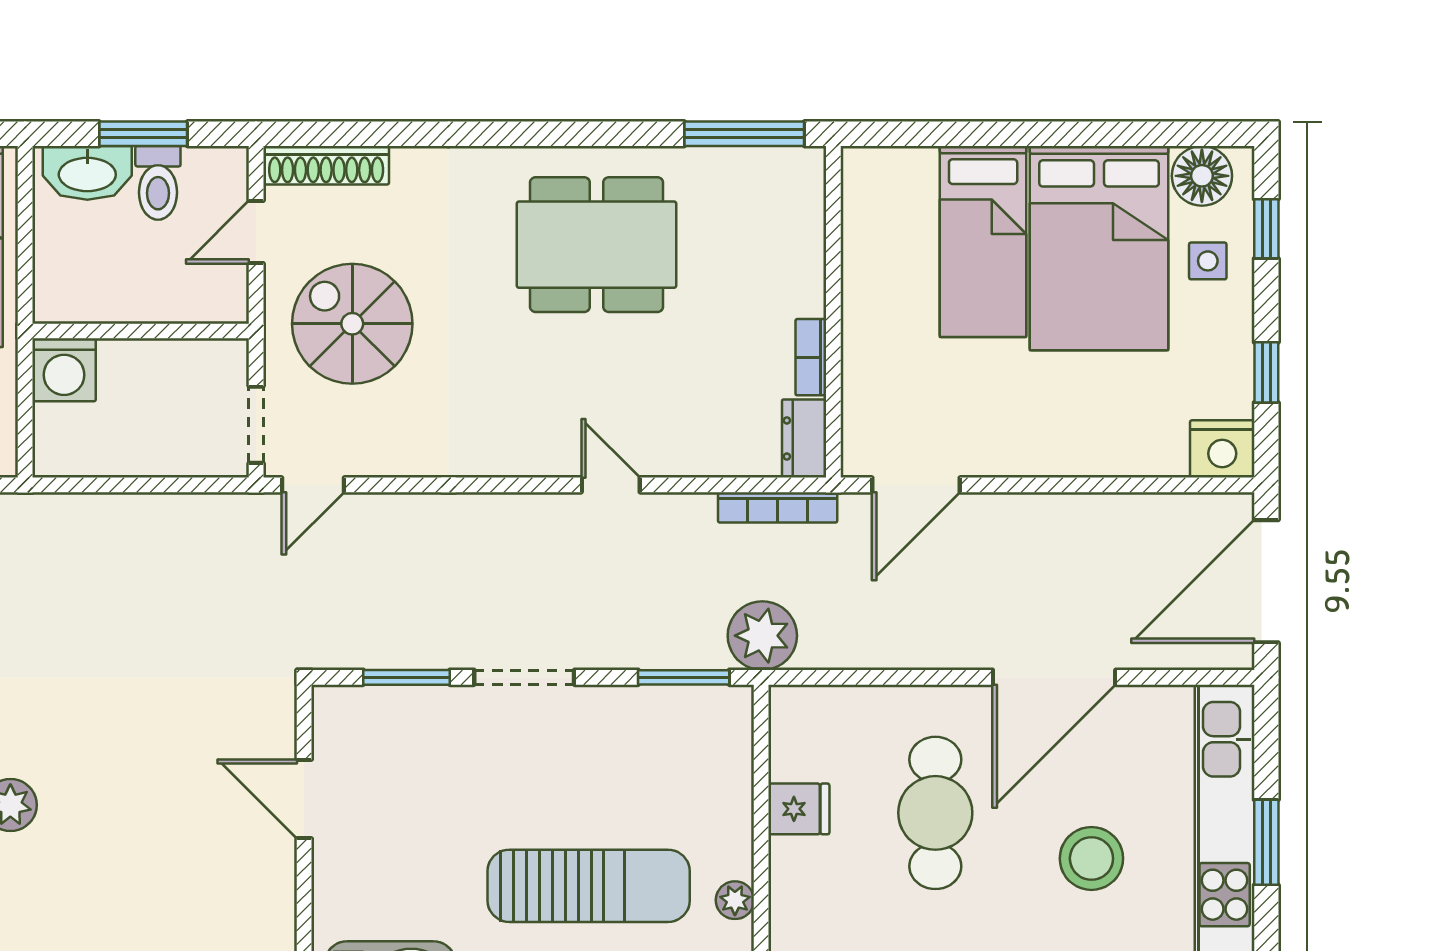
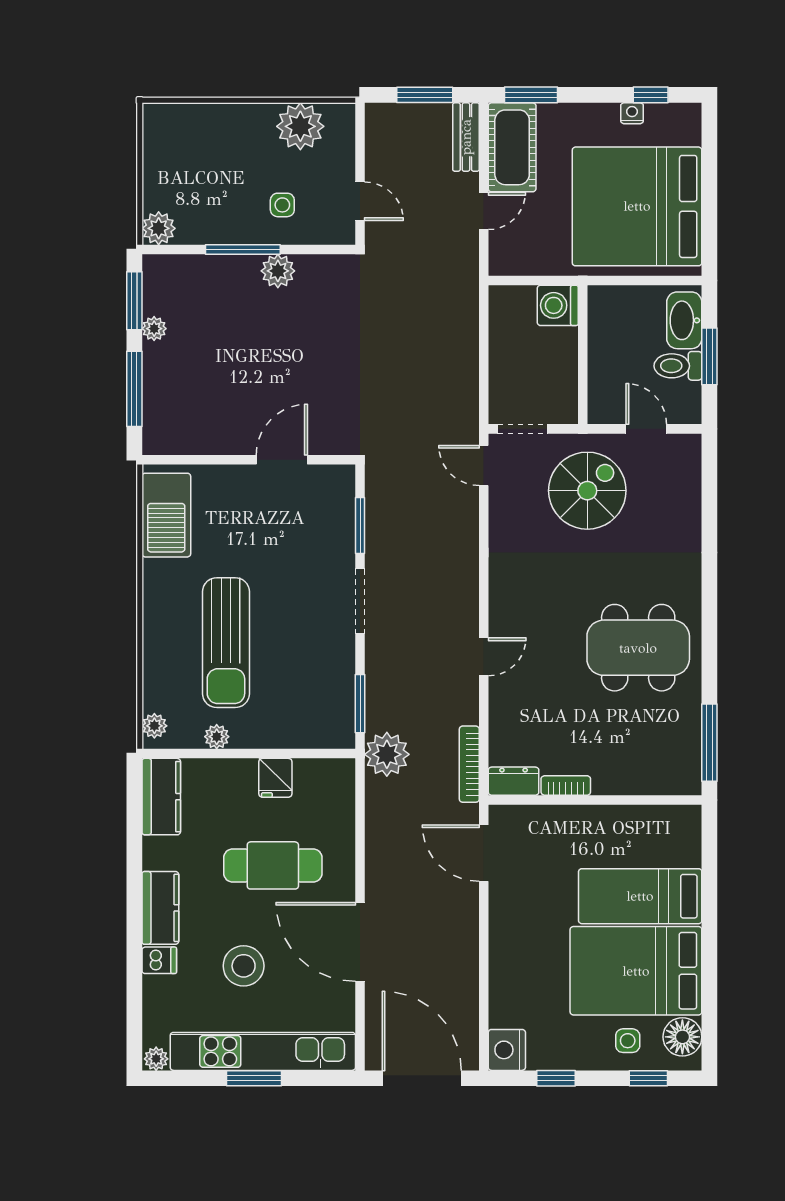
shoe rack: (326, 165) -> (689, 474), removed
dining table: (597, 245) -> (638, 648), turned 90

